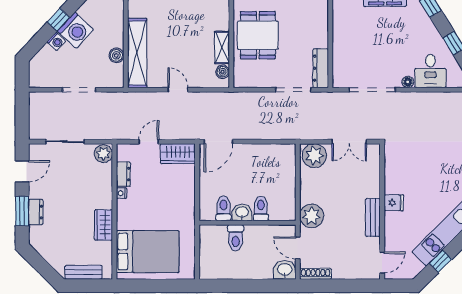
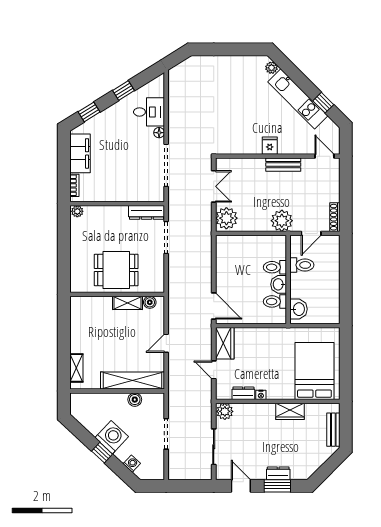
washing machine: (56, 41) -> (132, 464), moved
toilet: (236, 238) -> (302, 265), moved
washbasin: (285, 270) -> (298, 309), moved, turned 180

